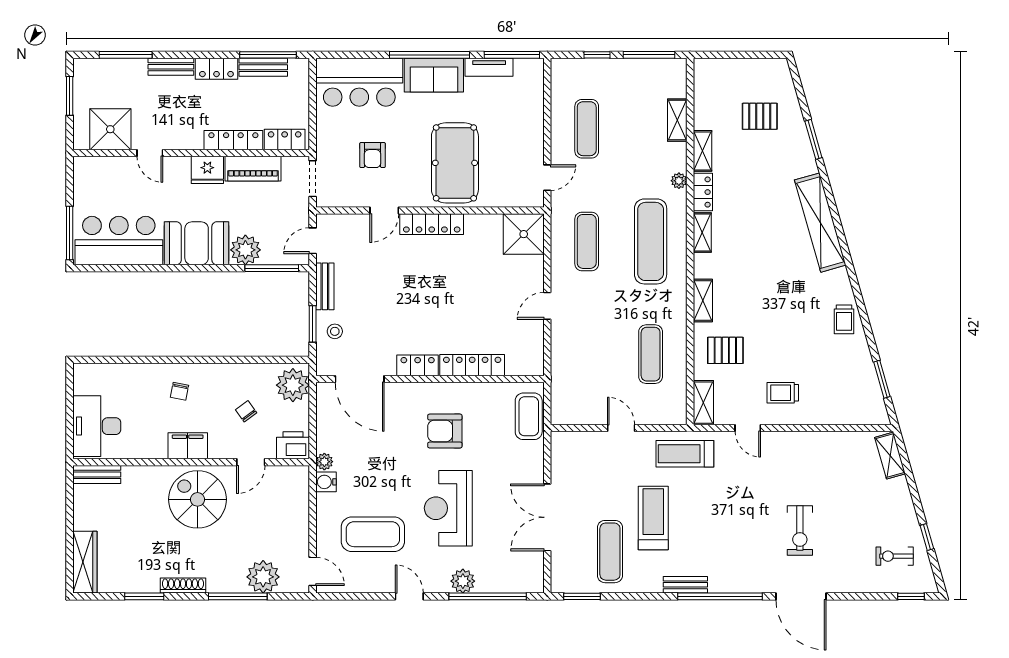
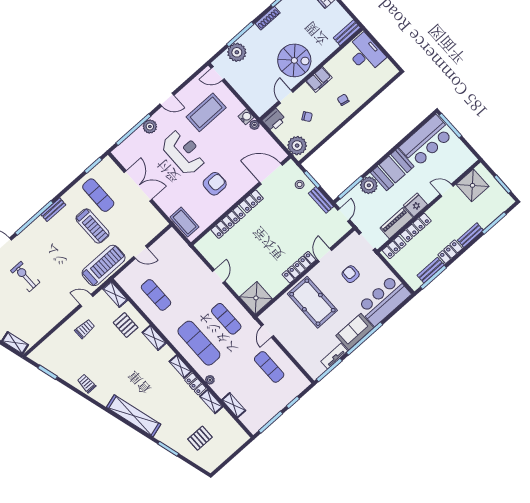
pallet: (725, 350) -> (126, 325), turned 90
treadmill: (685, 454) -> (104, 265), width x1.37, depth x1.38

